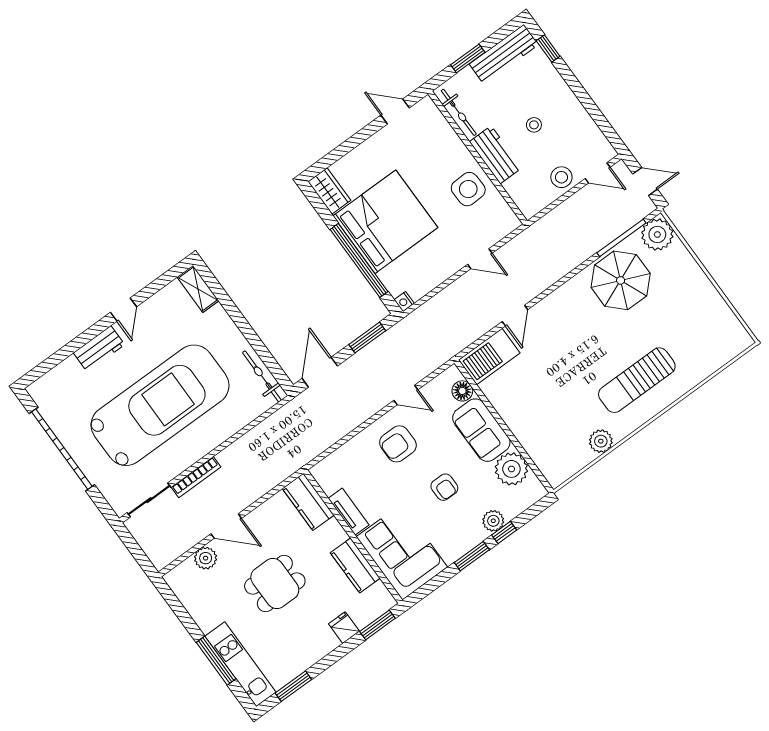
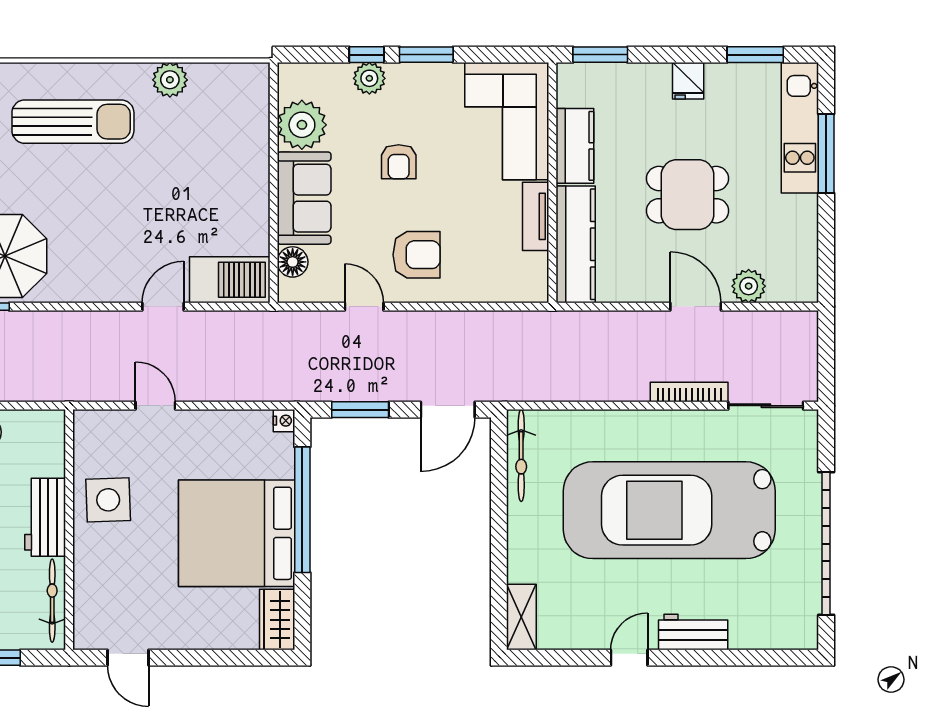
armchair: (444, 487) -> (399, 162), turned 180
kitchen counter: (308, 502) -> (576, 244), width x1.50
fridge: (344, 628) -> (688, 81), moved

